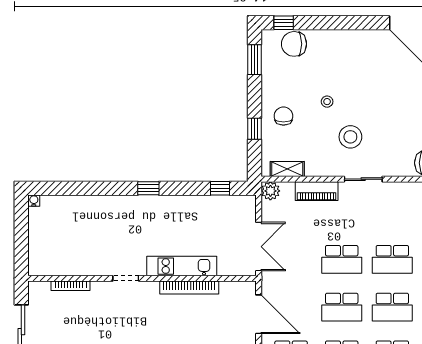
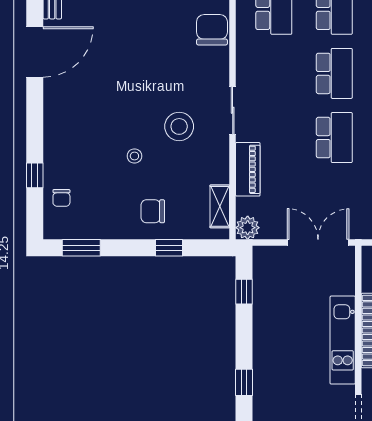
window: (284, 23) -> (35, 175), moved
chair: (294, 44) -> (61, 198), width x0.54, depth x0.54

